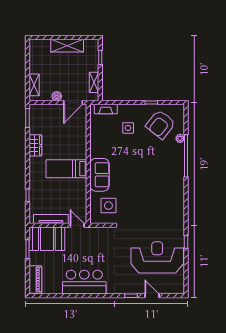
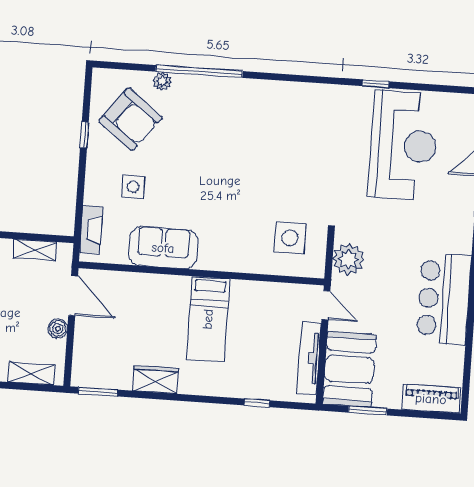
sofa: (99, 175) -> (163, 248), moved
door: (77, 225) -> (326, 305), swing flipped
plant: (100, 235) -> (349, 259), added
reception desk: (157, 257) -> (403, 145), turned 180

